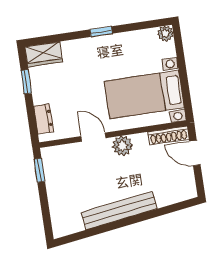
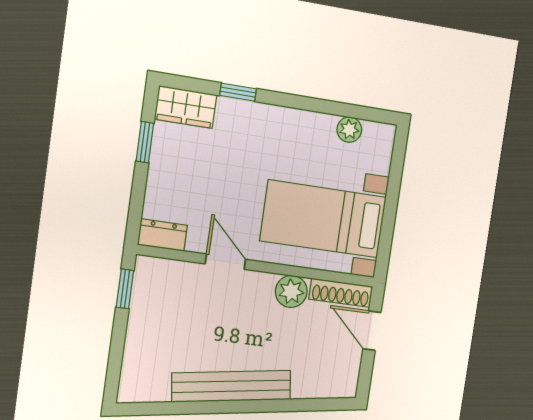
window: (101, 32) -> (238, 92), moved
plant: (165, 34) -> (349, 130), moved
dresser: (44, 119) -> (162, 235), moved, turned -90
plant: (122, 146) -> (291, 291), moved

